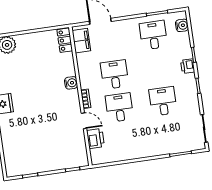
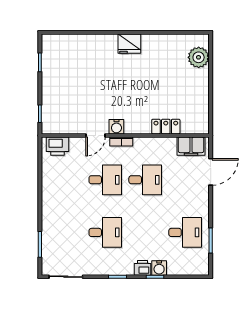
water cooler: (182, 25) -> (159, 268), moved
locker: (65, 40) -> (166, 127), moved
water cooler: (71, 83) -> (116, 127), moved
printer: (95, 139) -> (58, 146), moved

